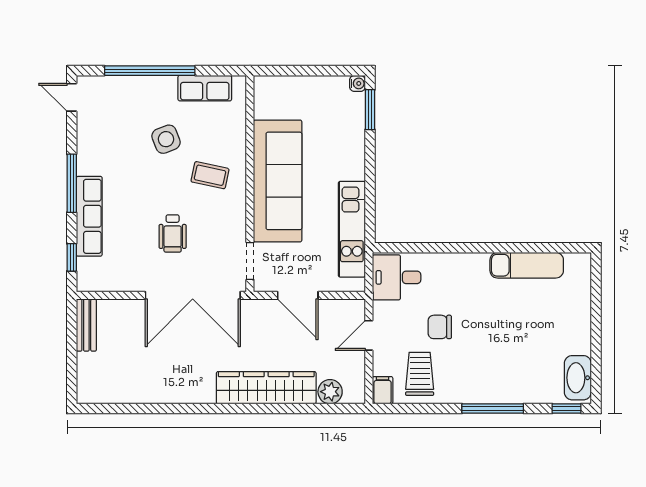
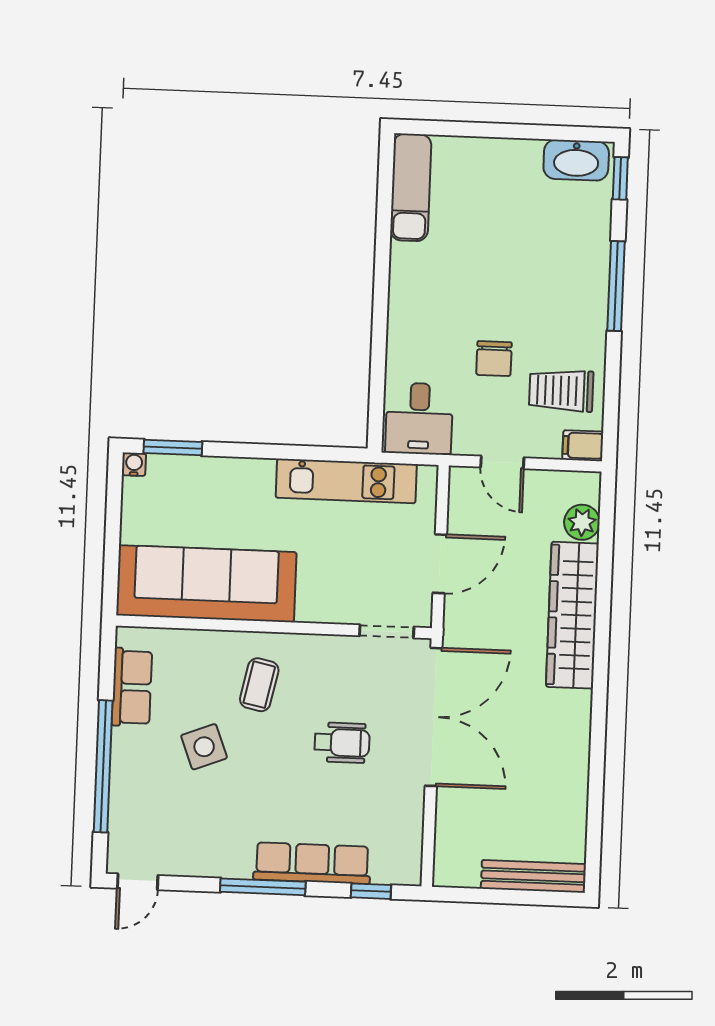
sofa: (278, 181) -> (206, 584), moved
exam couch: (527, 265) -> (411, 187), moved
bench: (86, 325) -> (533, 876), moved, width x1.36

